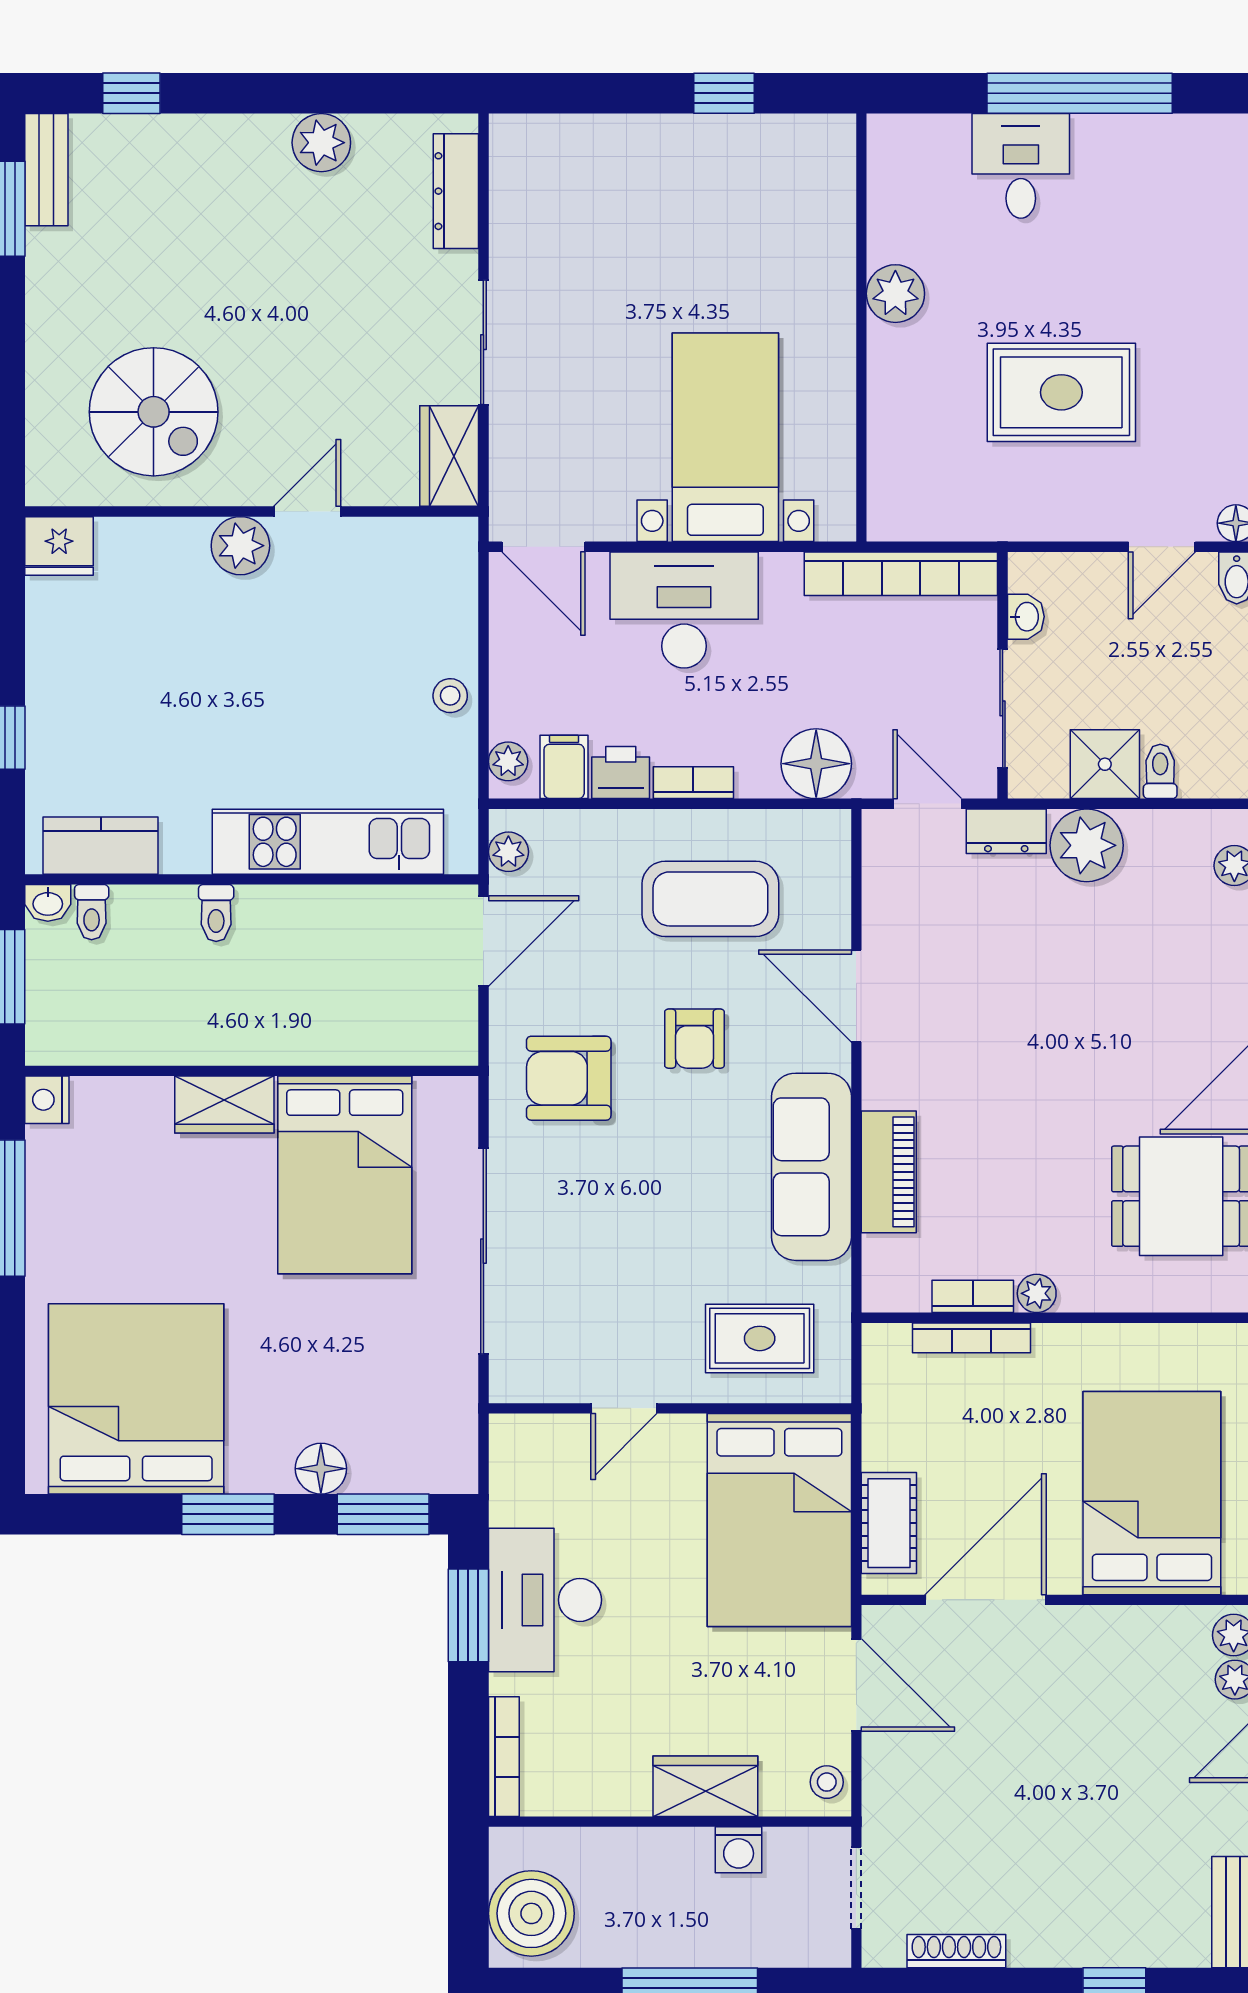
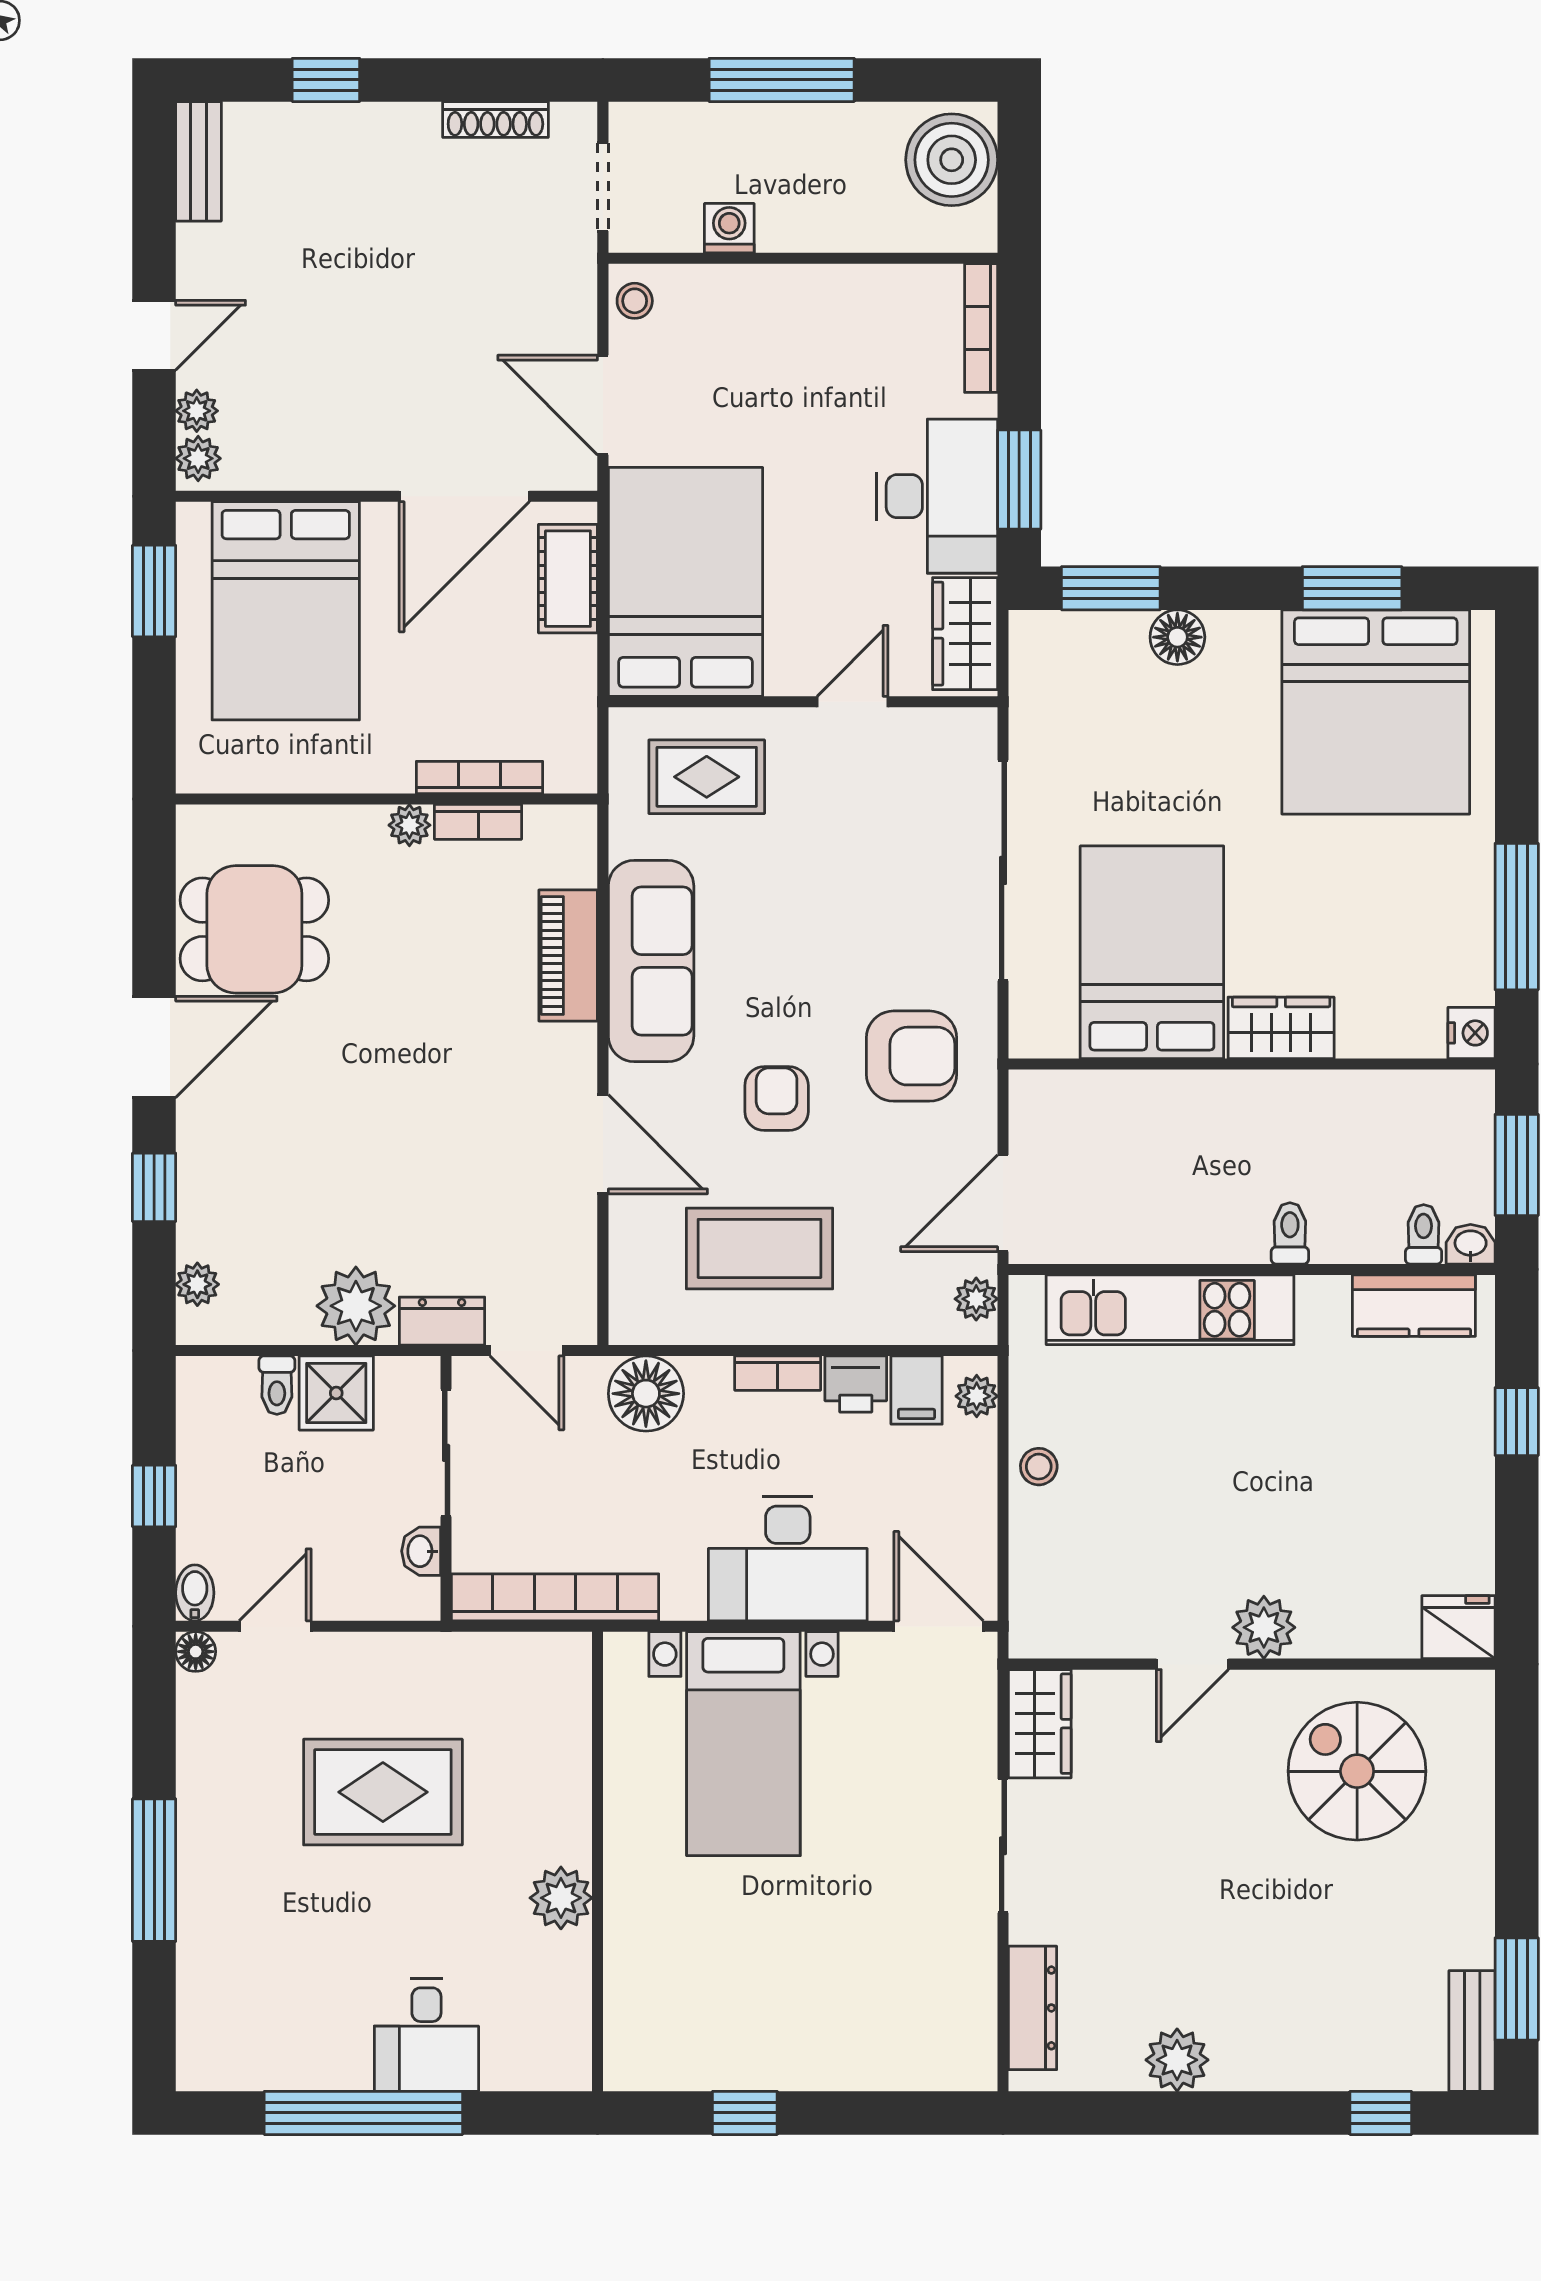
window: (228, 1514) -> (1352, 588), moved
wardrobe: (705, 1786) -> (965, 634), moved, turned 90

